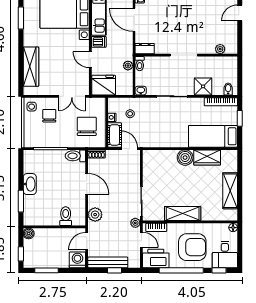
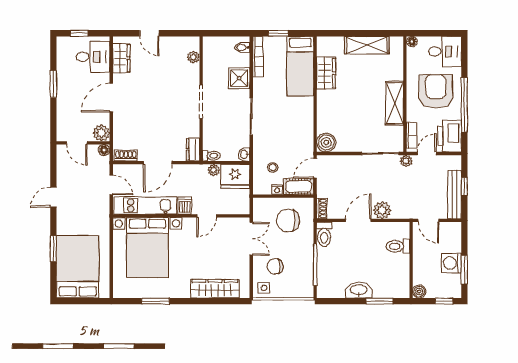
fridge: (104, 85) -> (235, 176), moved, turned -90
boiler: (185, 158) -> (326, 142), moved
plant: (95, 215) -> (382, 210), moved
washing machine: (77, 260) -> (451, 263), moved
window: (219, 270) -> (464, 59), removed

